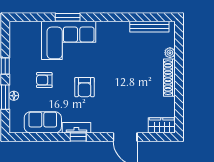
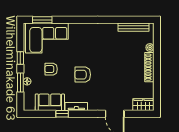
window: (68, 17) -> (42, 20), moved
corner sofa: (69, 40) -> (47, 38), moved
armchair: (84, 87) -> (83, 75), turned 90
window: (78, 137) -> (62, 114), moved

